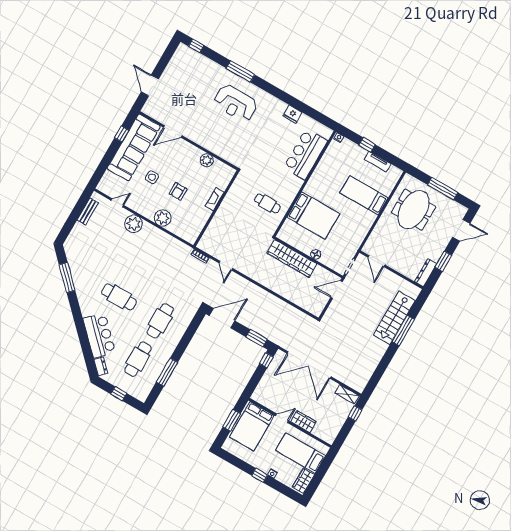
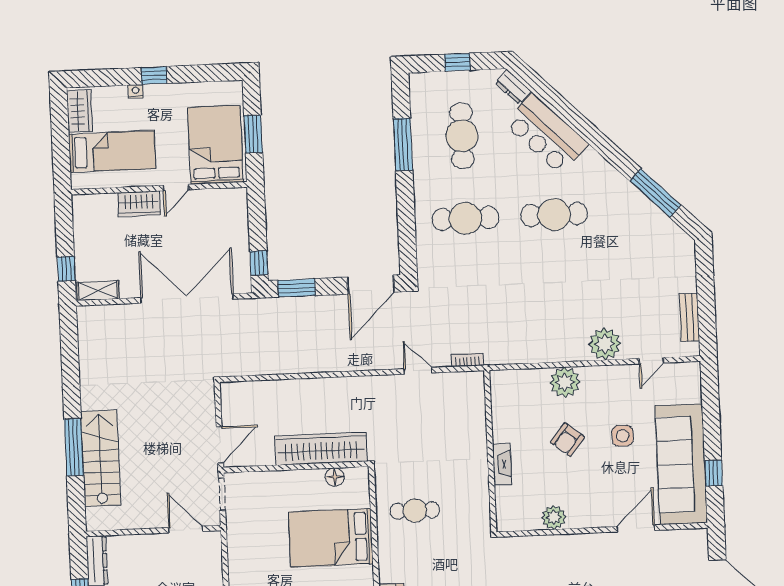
armchair: (178, 191) -> (567, 440), turned -142
floor lamp: (316, 254) -> (335, 477), moved
cafe table: (160, 321) -> (465, 218), turned 90

